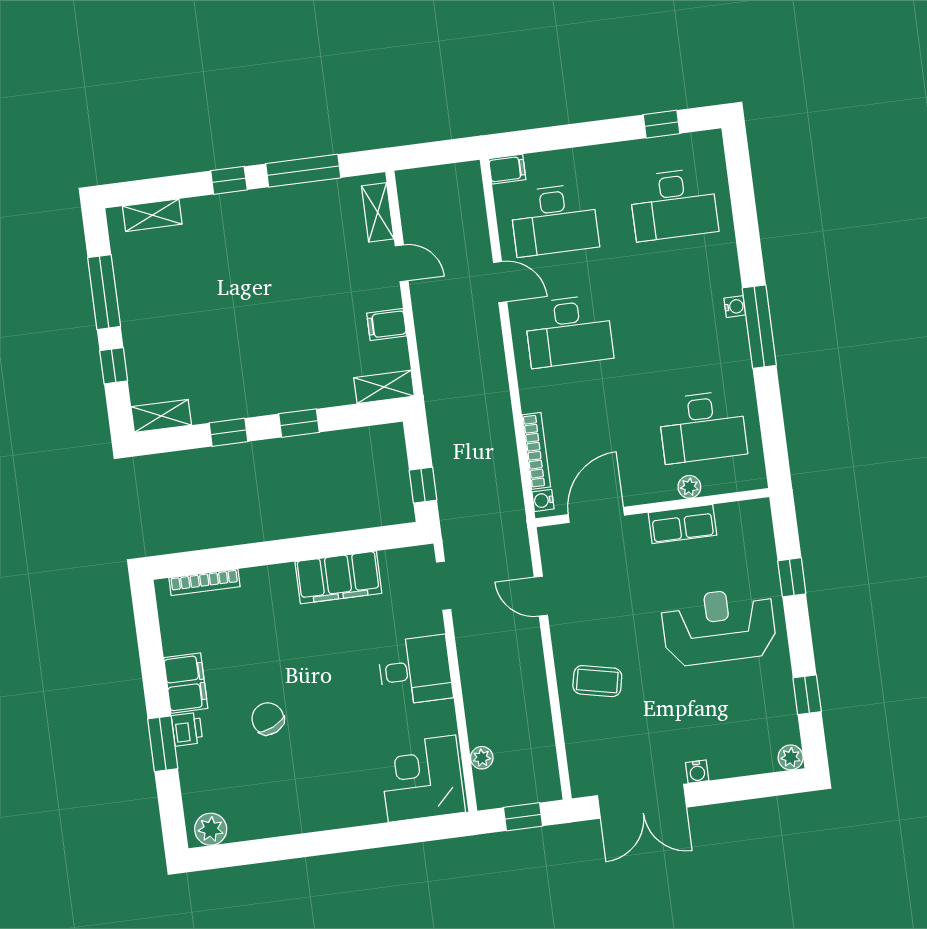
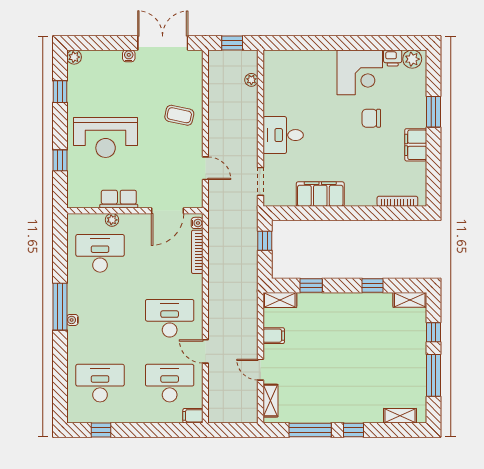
window: (299, 423) -> (311, 286), moved
chair: (268, 719) -> (371, 118), turned 115
printer: (187, 729) -> (393, 58), moved, turned -90
corner desk: (422, 779) -> (360, 72), moved

